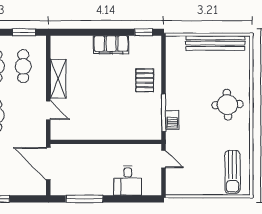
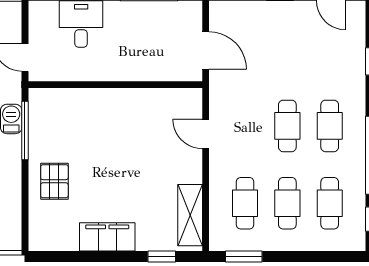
window: (144, 32) -> (162, 257), moved
shelving: (58, 79) -> (190, 215), moved
door: (48, 164) -> (206, 50), width x0.73

